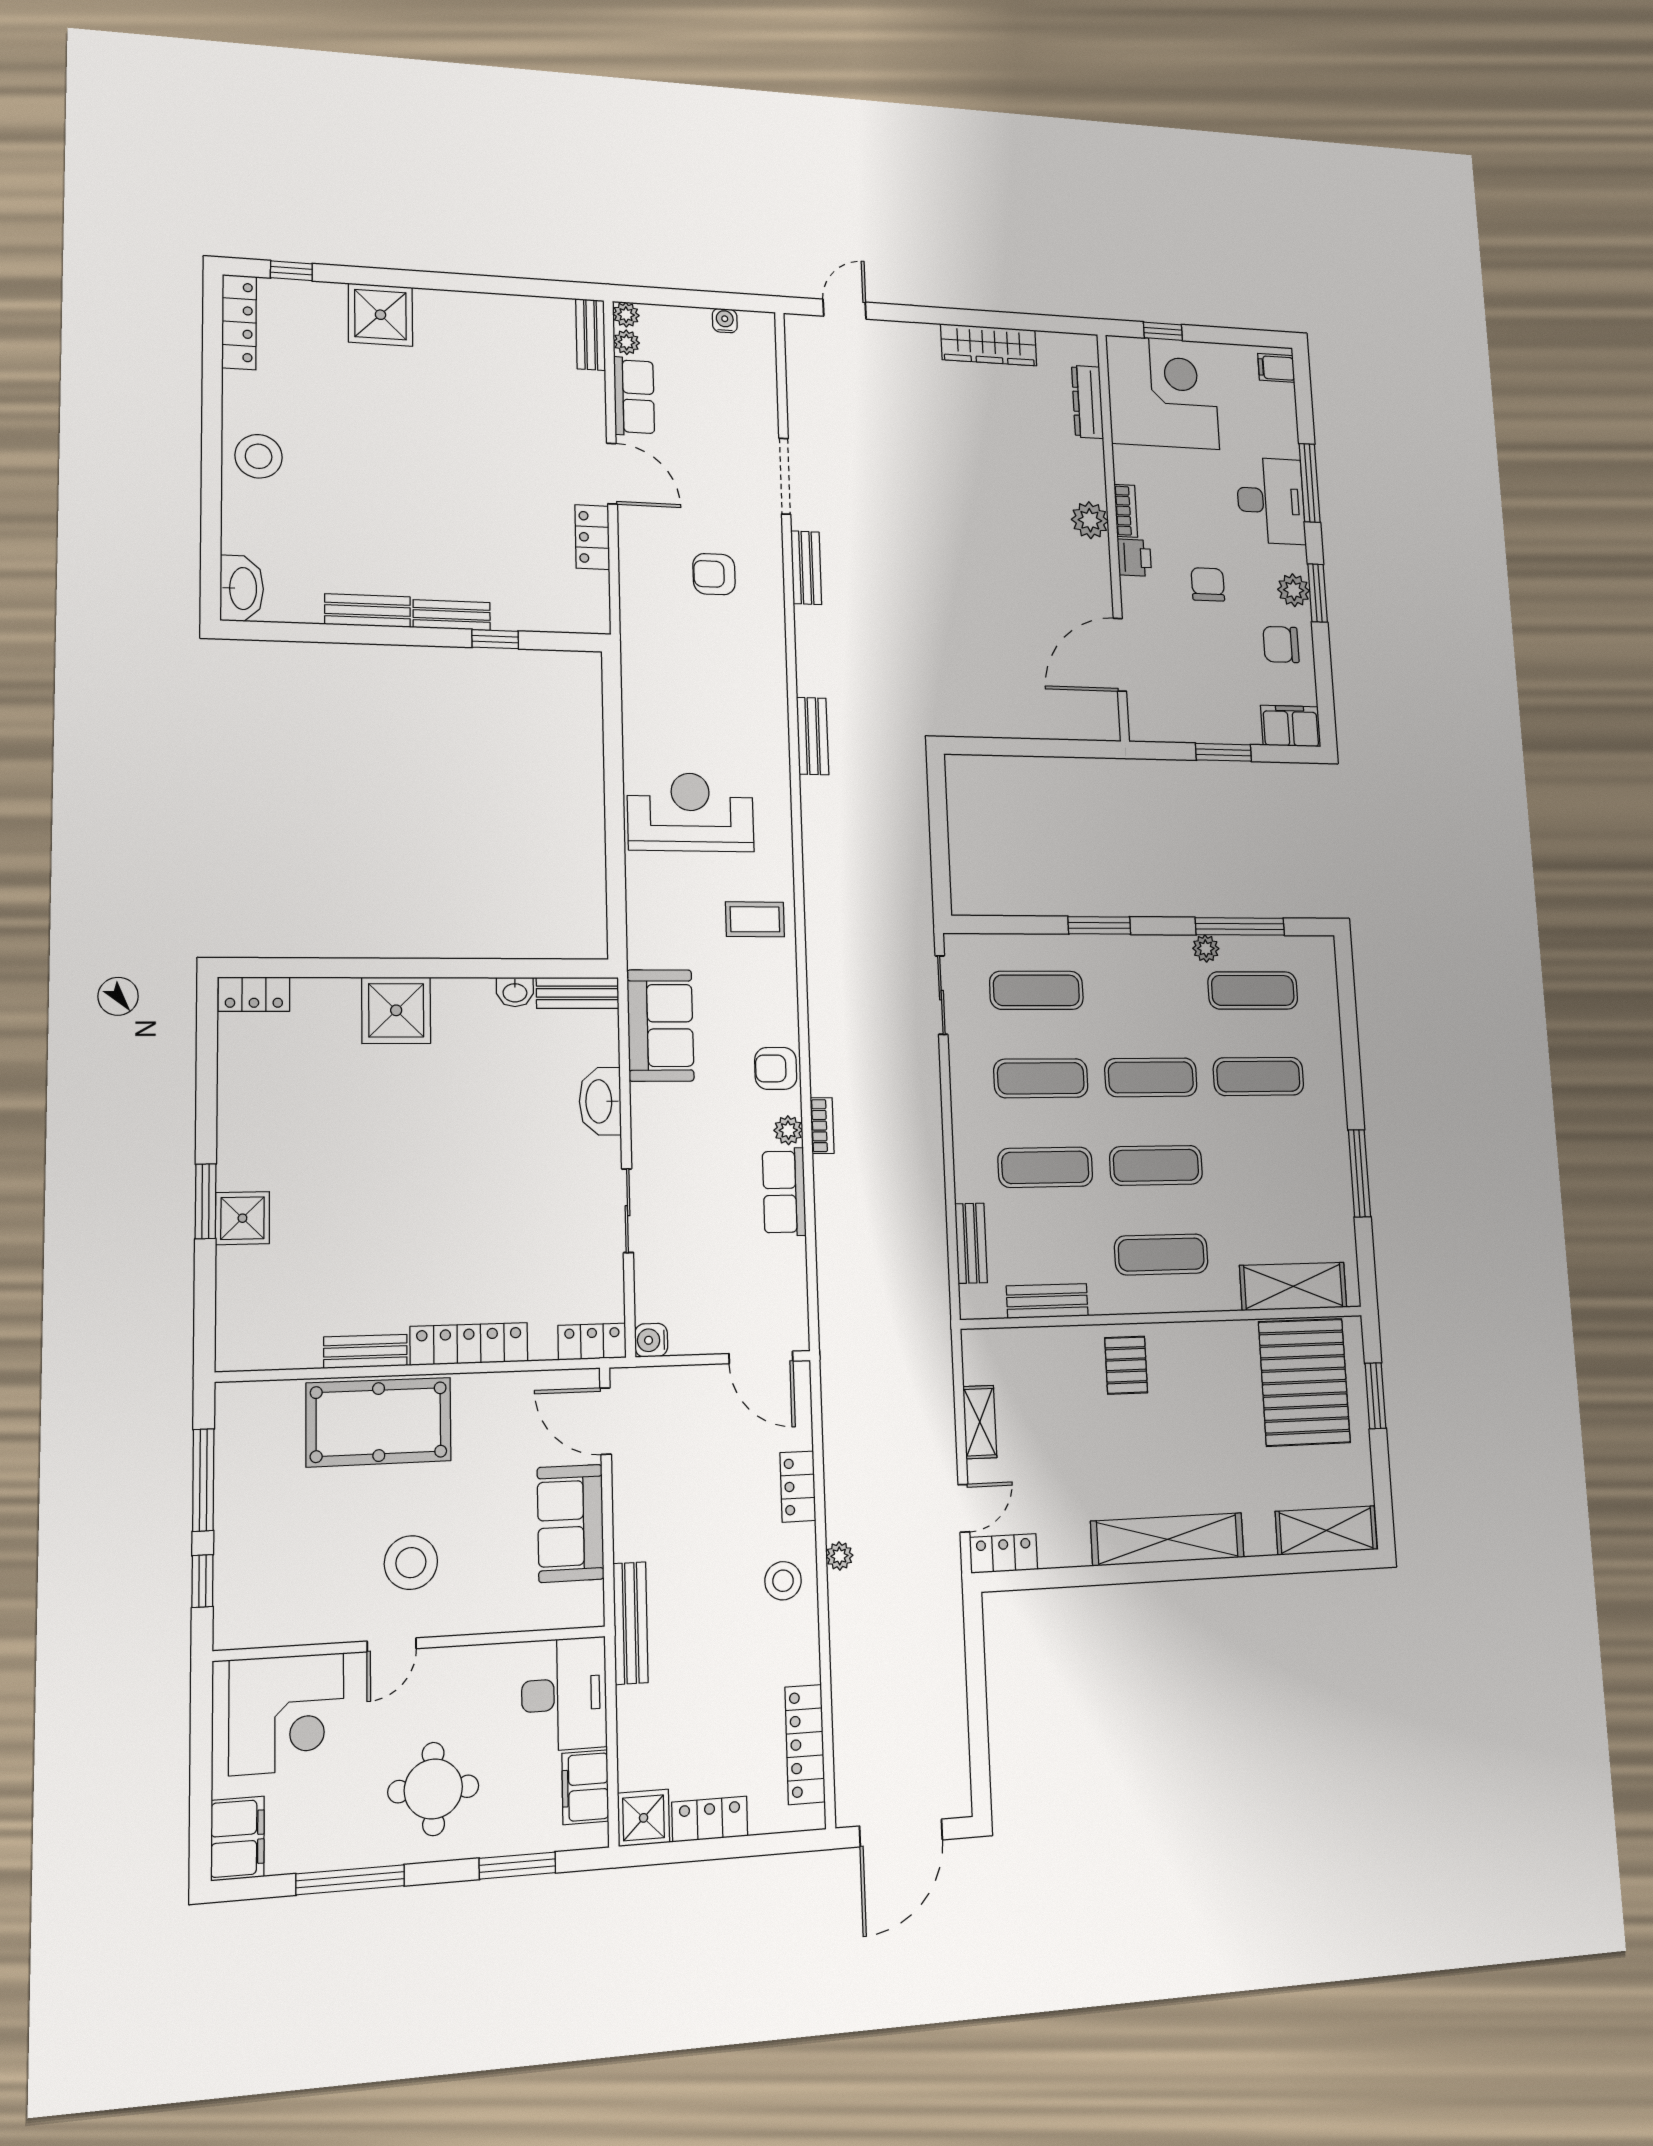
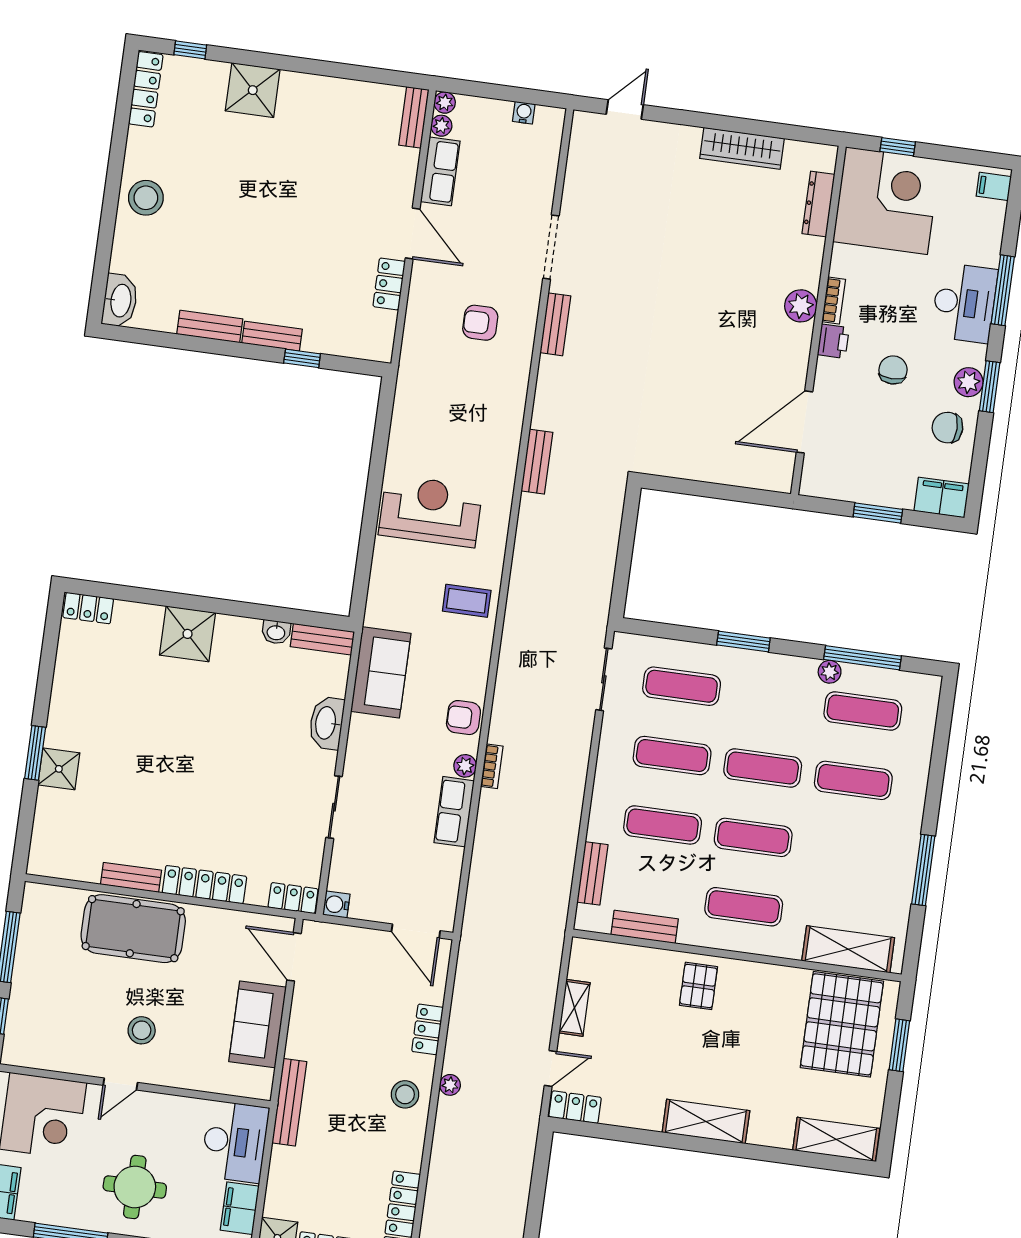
shelving: (1168, 1539) -> (706, 1121), width x0.68
stool: (411, 1563) -> (142, 1030), width x0.73, depth x0.73

